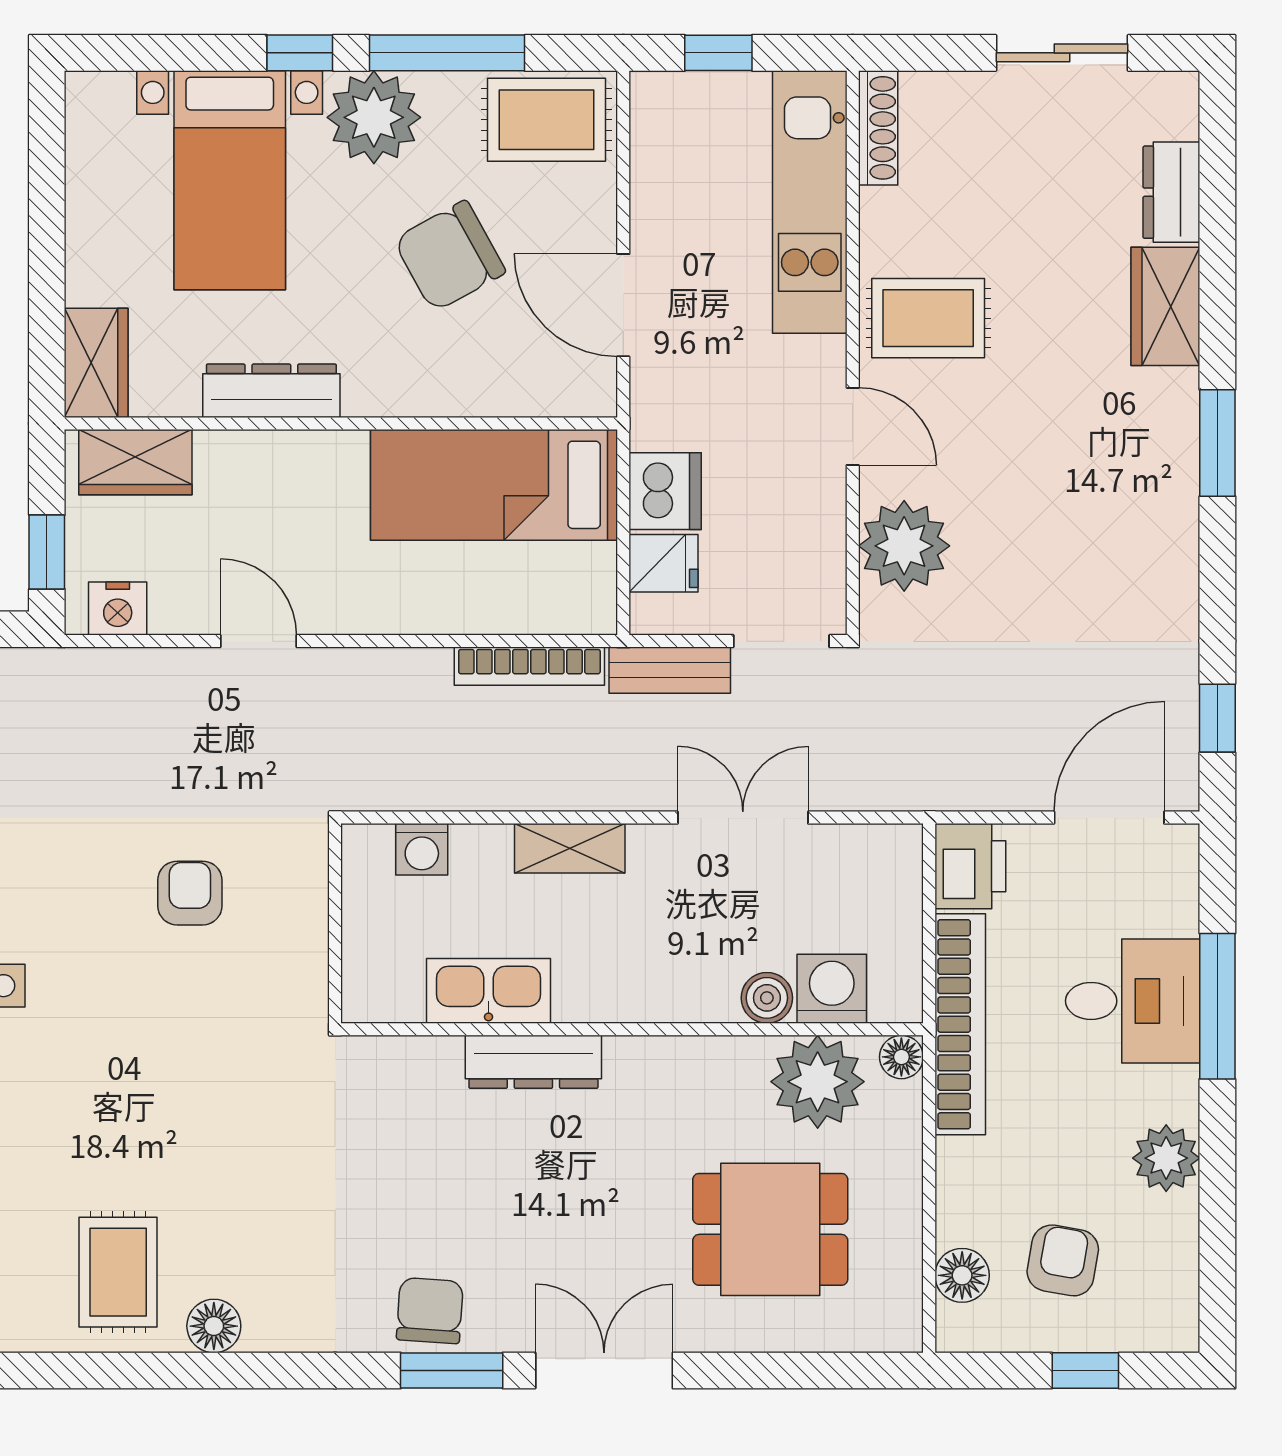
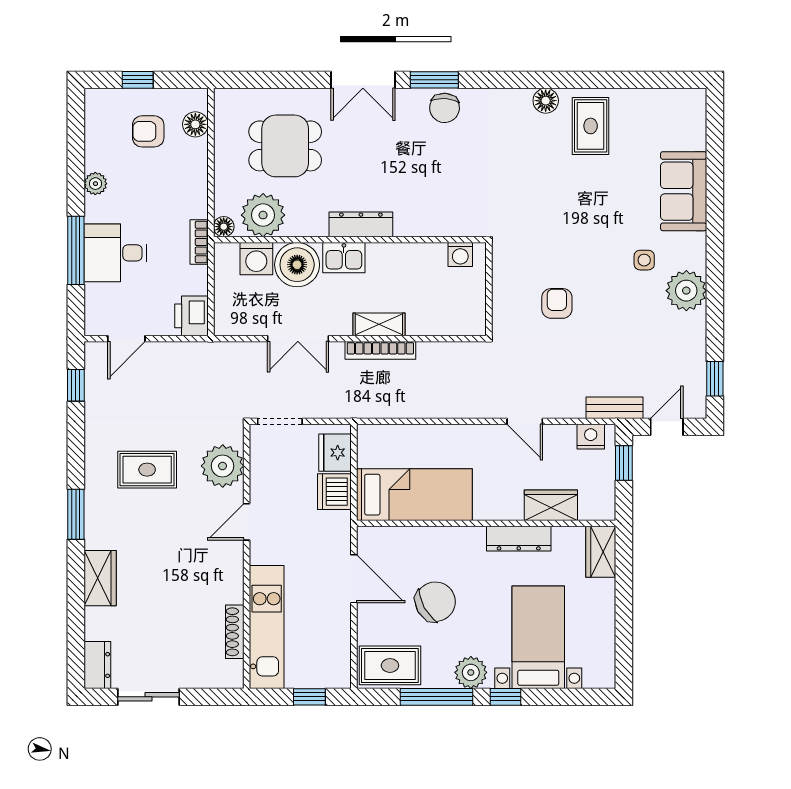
plant: (374, 117) -> (471, 672), width x0.73, depth x0.73
shoe rack: (878, 128) -> (235, 632), moved
dresser: (1171, 192) -> (97, 665), moved
rug: (928, 318) -> (147, 470), moved
door: (853, 426) -> (247, 522), hinge flipped
wardrobe: (135, 462) -> (551, 505), moved
fridge: (664, 563) -> (335, 453), width x1.38
bookcase: (529, 666) -> (380, 350), moved, turned 180
bench: (670, 670) -> (614, 408), moved
door: (1109, 818) -> (126, 339), width x0.73
washing machine: (422, 849) -> (460, 254), moved, turned 180
armchair: (190, 893) -> (557, 303), turned 180
kitchen sink: (488, 991) -> (344, 258), moved, width x0.73
boiler: (767, 998) -> (297, 265), width x1.86, depth x1.86
bookcase: (960, 1024) -> (199, 242), width x0.43, depth x0.76
dresser: (533, 1062) -> (361, 224), moved
plant: (1166, 1158) -> (95, 184), width x0.73, depth x0.73
armchair: (1063, 1260) -> (148, 131), turned 80

